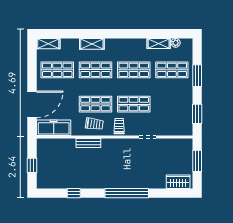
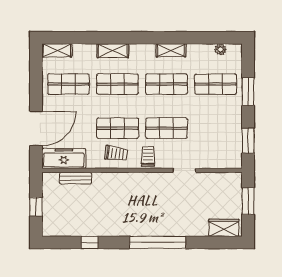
shelving: (159, 43) -> (171, 50), moved
bench: (88, 143) -> (76, 178), moved

